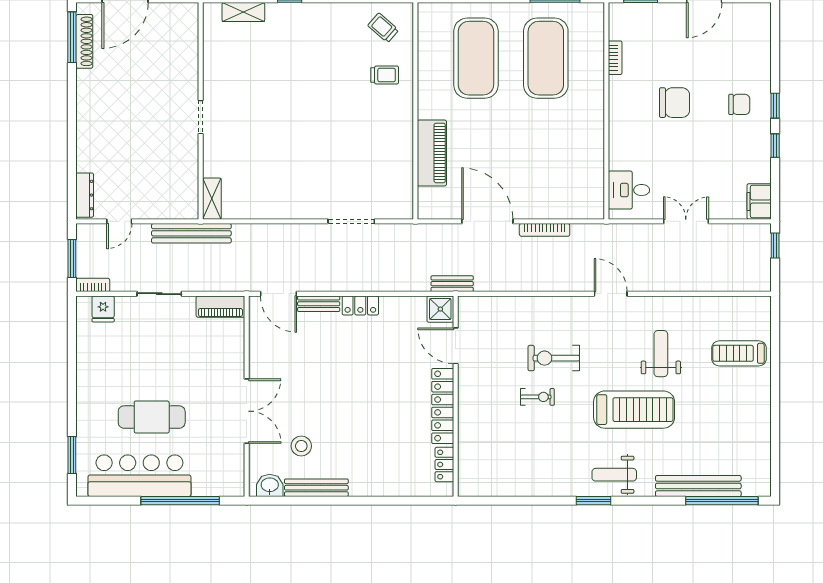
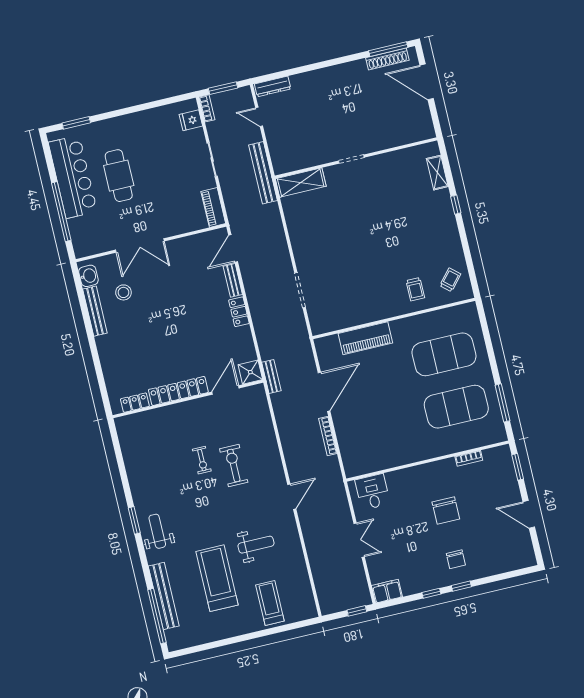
shelving: (212, 199) -> (301, 183), width x1.50, depth x1.33
treadmill: (634, 410) -> (217, 578), moved, turned 180

